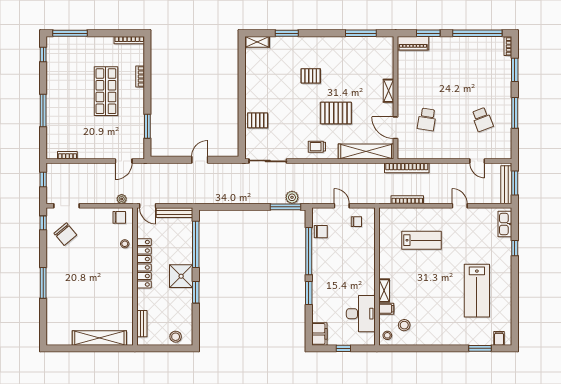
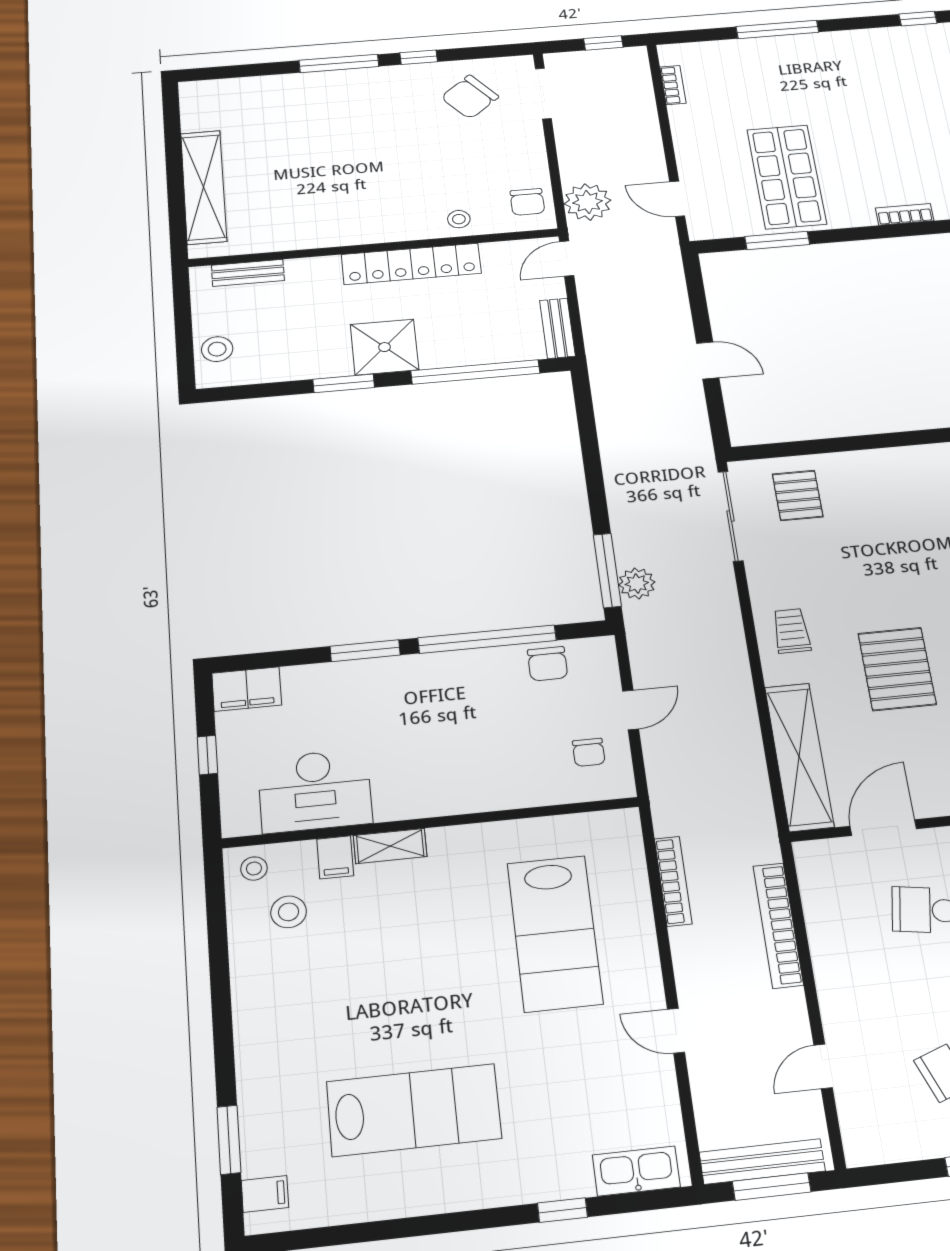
shop shelf: (106, 91) -> (787, 177), moved, turned 90
pallet: (258, 120) -> (798, 495), moved
bookcase: (407, 168) -> (778, 925), moved
plant: (122, 199) -> (588, 202), width x1.87, depth x1.87
door: (460, 206) -> (676, 1031), swing flipped
bench: (174, 213) -> (557, 328), width x0.73
window: (43, 223) -> (419, 57), moved
lab bench: (421, 240) -> (555, 933), width x1.36, depth x1.39
lab bench: (477, 291) -> (414, 1110), turned 180

